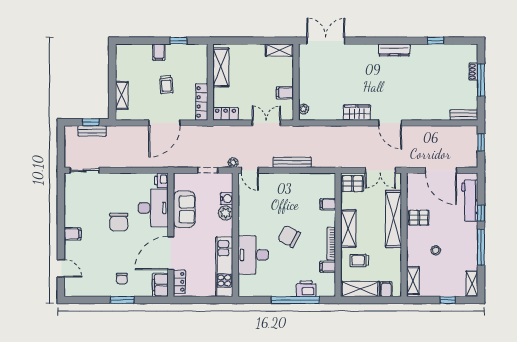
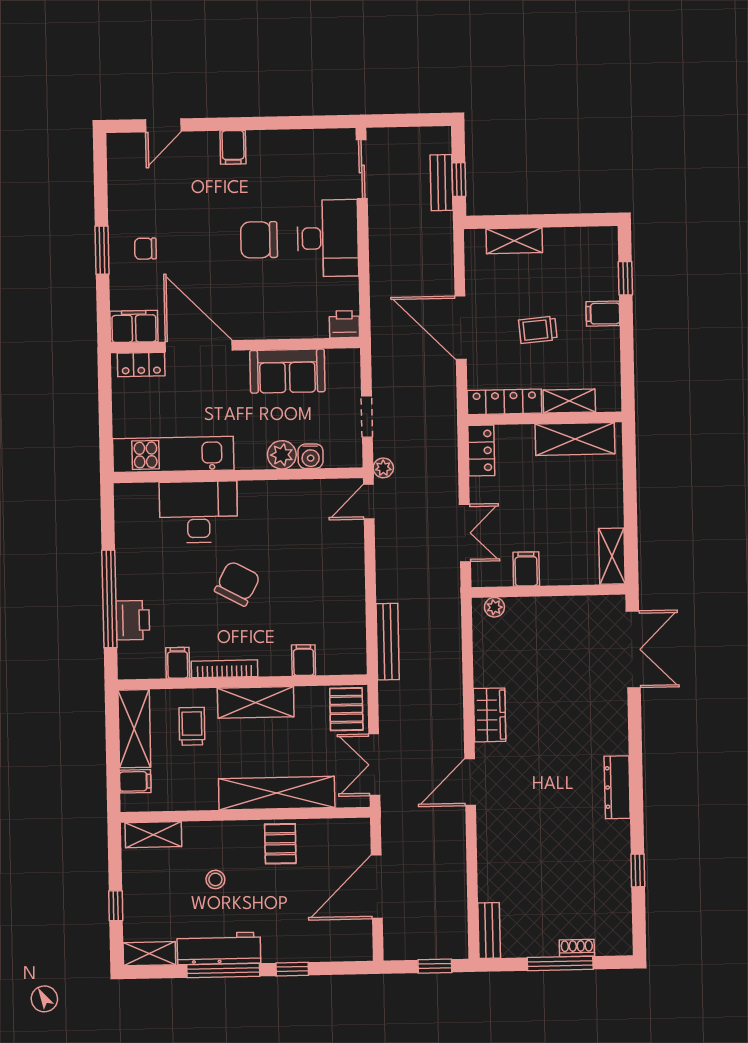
window: (178, 41) -> (625, 278), moved
shelving: (202, 70) -> (569, 401), added
bench: (292, 162) -> (388, 642), moved
workbench: (470, 200) -> (219, 948), moved
desk: (153, 208) -> (328, 238), moved, turned -90

